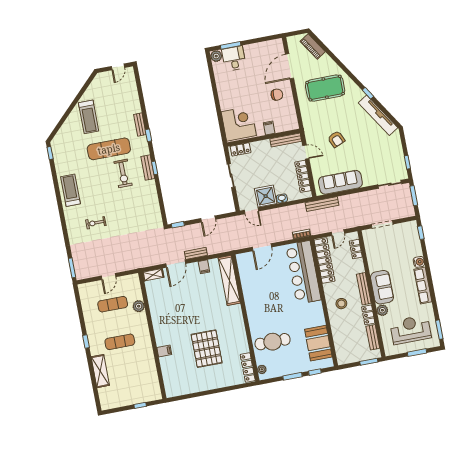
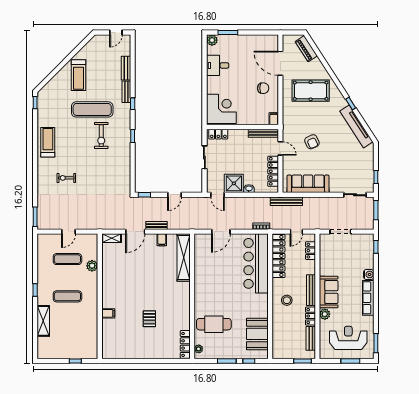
desk: (234, 58) -> (218, 65), moved, turned -90
door: (289, 66) -> (280, 63), hinge flipped
filing cabinet: (269, 128) -> (274, 119), moved
bench: (148, 168) -> (126, 68), moved
pallet: (207, 349) -> (149, 319), width x0.49, depth x0.50

